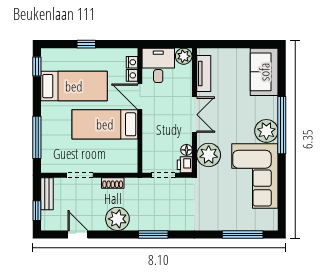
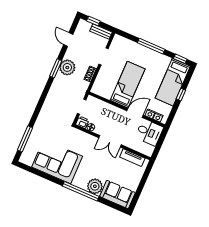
plant: (184, 56) -> (148, 150), removed
bed: (74, 86) -> (173, 82), moved
plant: (266, 131) -> (95, 186), moved
window: (37, 137) -> (151, 46), moved
plant: (209, 155) -> (82, 139), removed
door: (78, 234) -> (68, 39), swing flipped
window: (153, 234) -> (56, 68), moved

